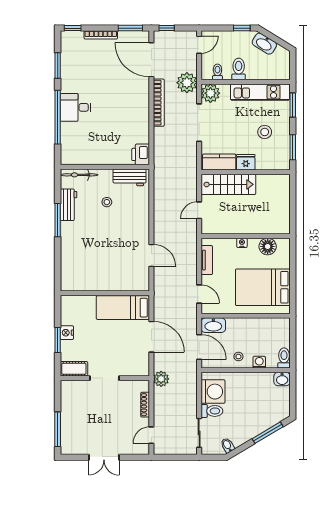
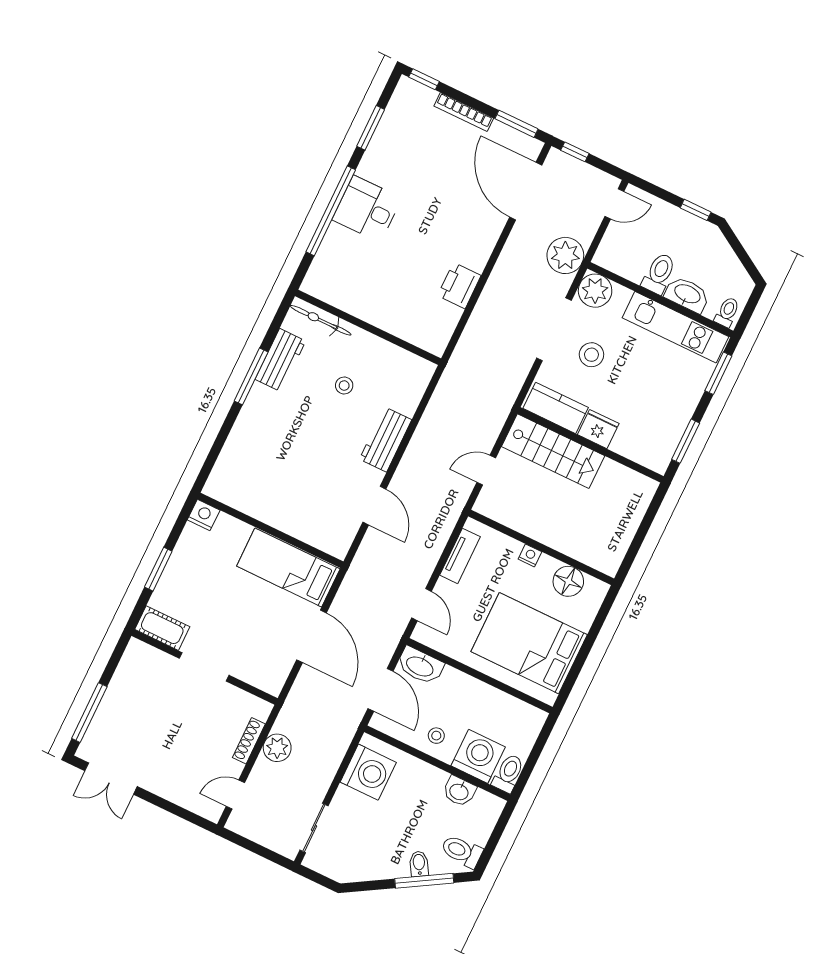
washbasin: (264, 44) -> (687, 294), moved, turned 148
toilet: (217, 72) -> (727, 312), moved
bookcase: (159, 103) -> (504, 266), removed
stool: (265, 132) -> (591, 355), moved
printer: (141, 154) -> (459, 286), moved
workbench: (130, 177) -> (386, 439), moved, turned 90
nightstand: (67, 333) -> (204, 515), moved, turned 90
washing machine: (259, 362) -> (478, 756), width x1.89, depth x1.89
plant: (161, 379) -> (277, 748), moved
washbasin: (282, 379) -> (459, 791), moved
toilet: (212, 411) -> (462, 851), moved, turned 180
bidet: (228, 445) -> (419, 864), moved
double door: (104, 457) -> (111, 779), moved

